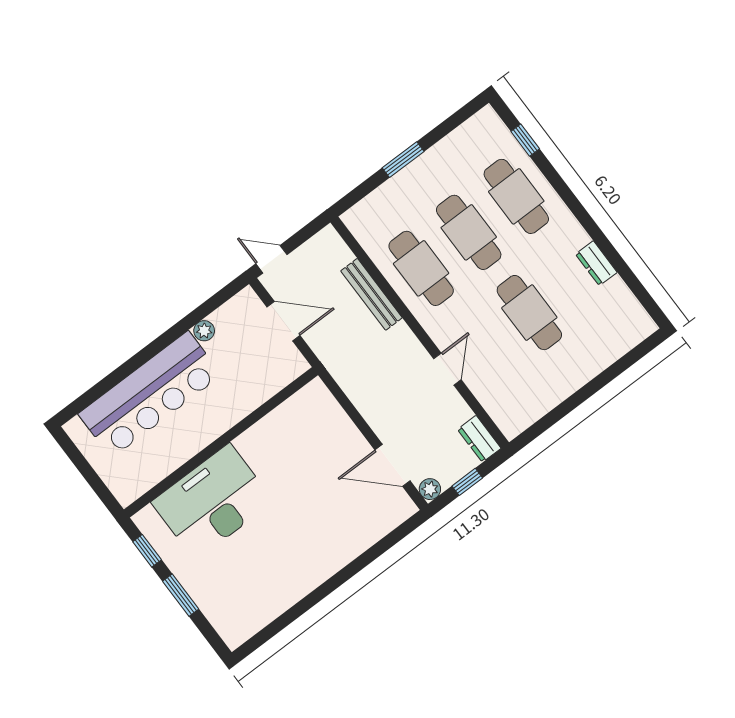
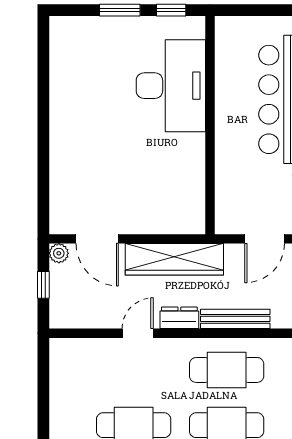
door: (447, 369) -> (138, 333), swing flipped
wardrobe: (360, 385) -> (174, 259), added
dresser: (479, 439) -> (179, 318), moved
door: (393, 465) -> (97, 239), swing flipped

